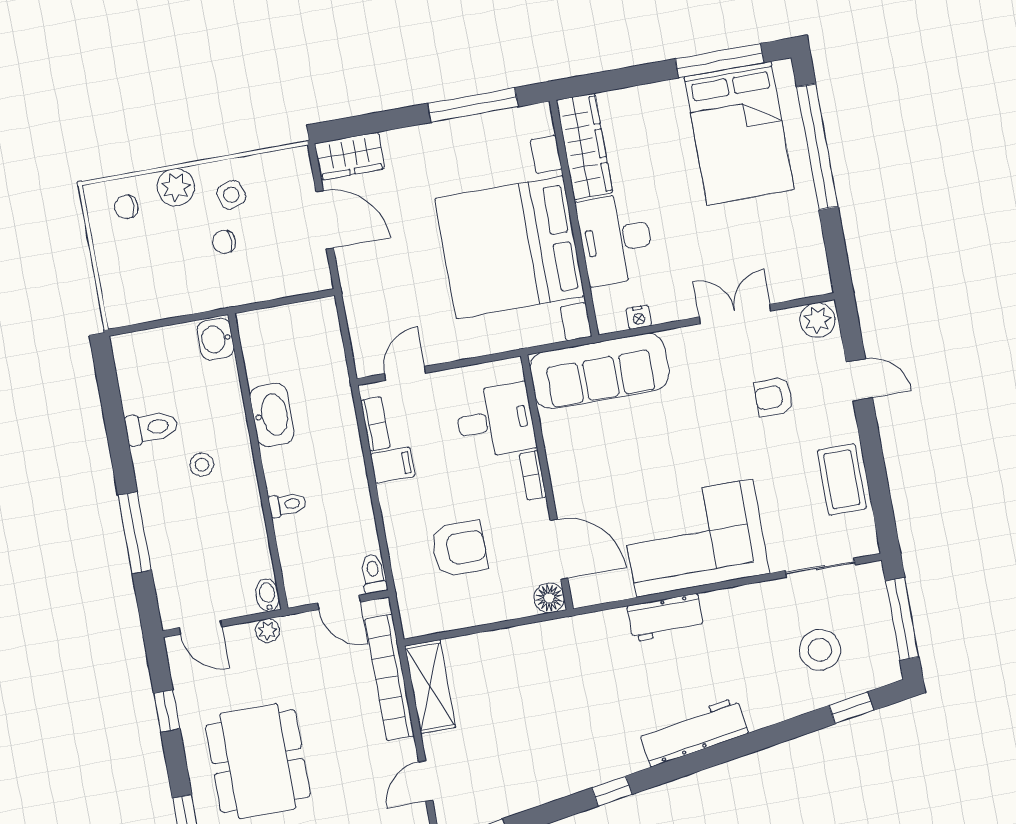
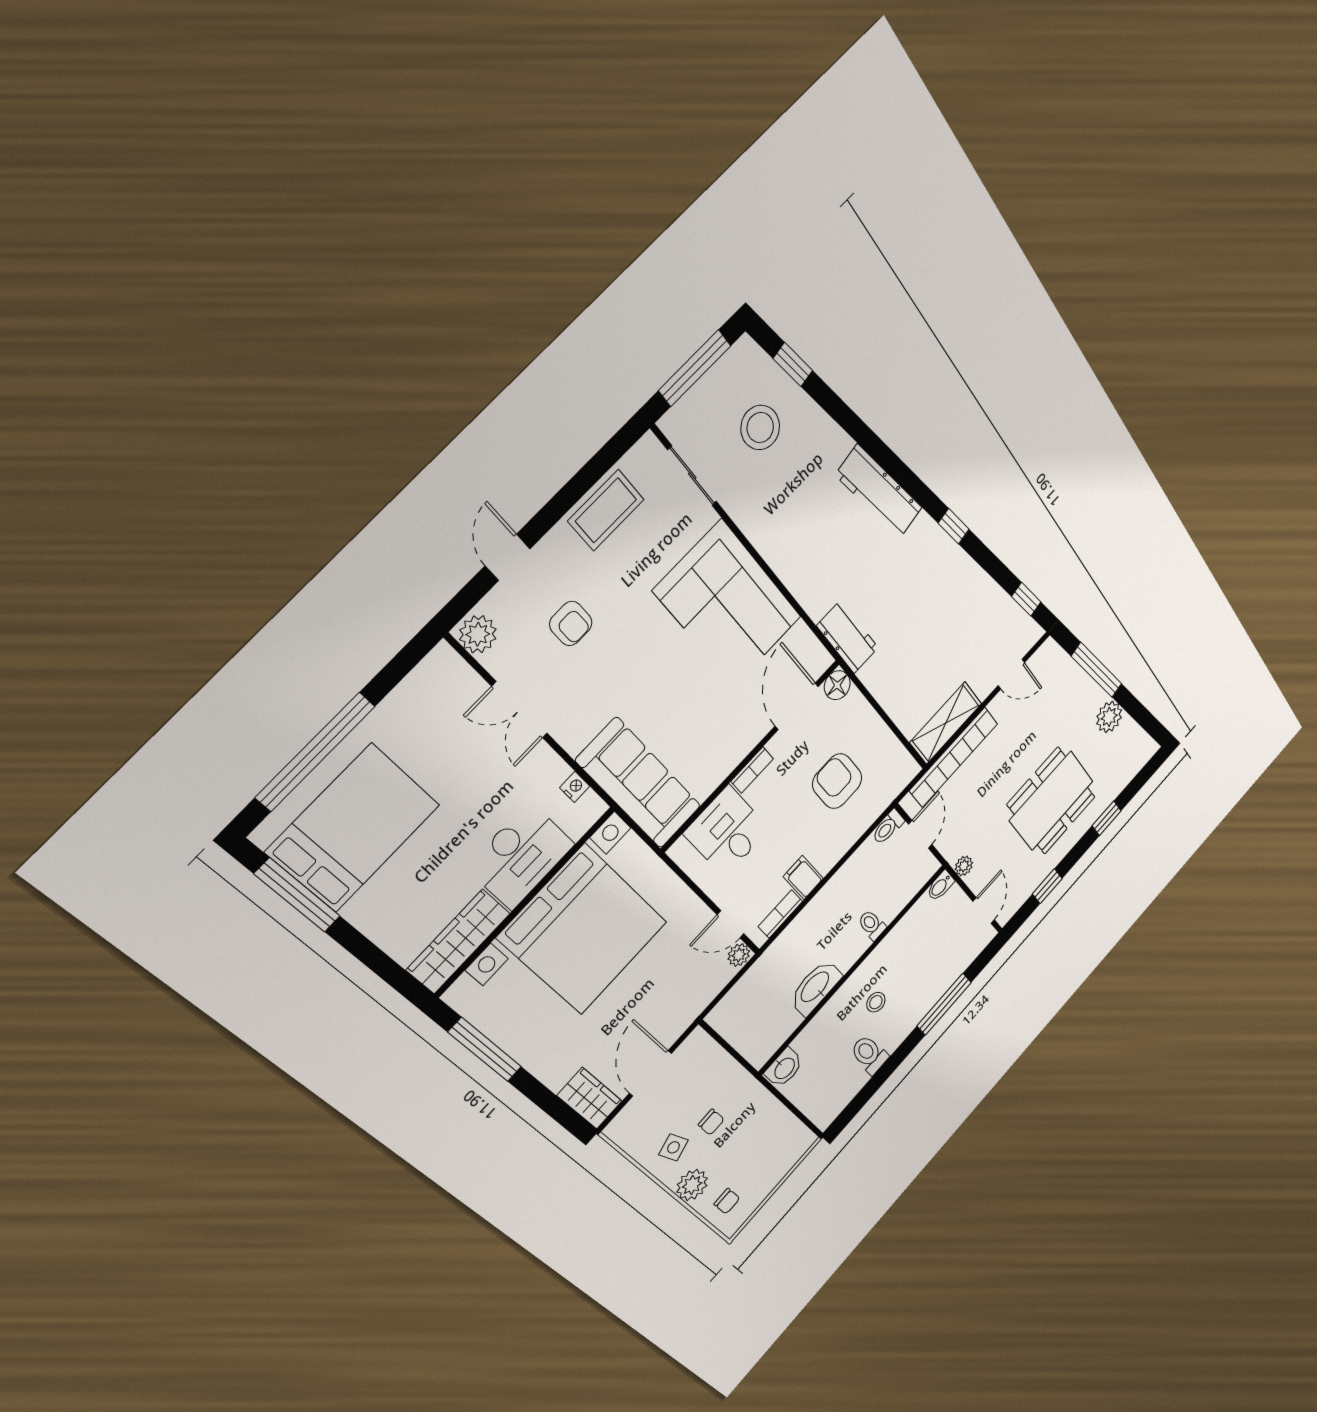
plant: (369, 364) -> (739, 955), added
workbench: (665, 618) -> (848, 637), moved

